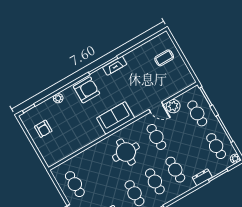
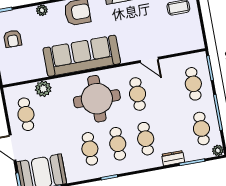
plant: (173, 106) -> (43, 89), moved
sofa: (116, 118) -> (82, 56), width x1.85, depth x1.27
round table: (126, 152) -> (97, 99), width x1.36, depth x1.36

